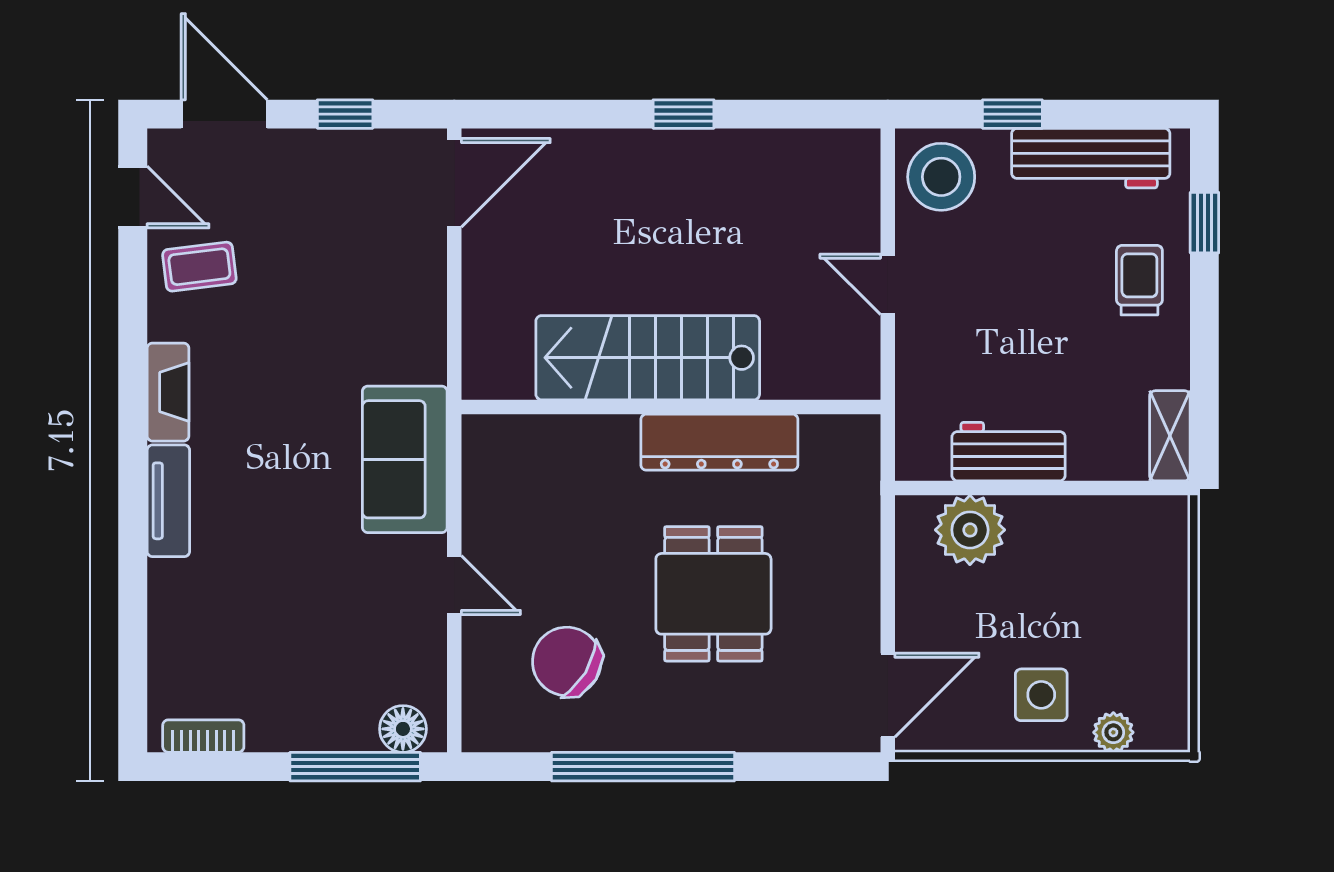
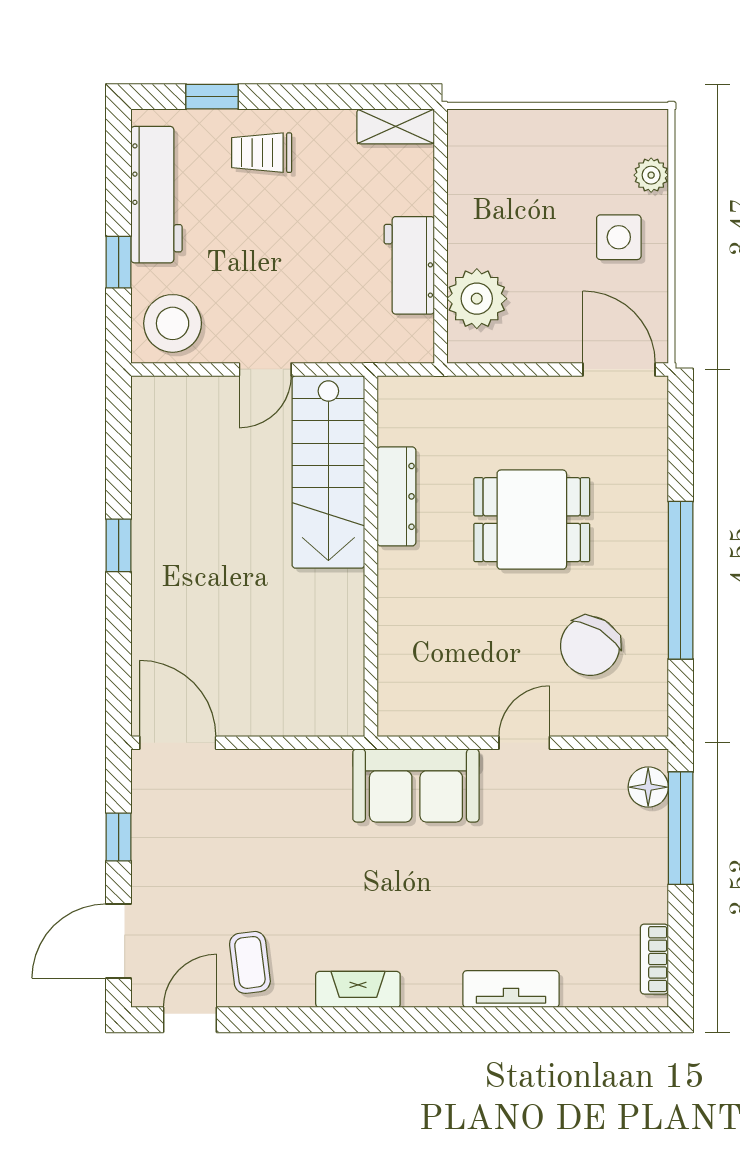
stairs: (648, 358) -> (328, 472), moved
dresser: (719, 442) -> (396, 496), width x0.73, depth x0.80
tv unit: (168, 501) -> (511, 989), moved

